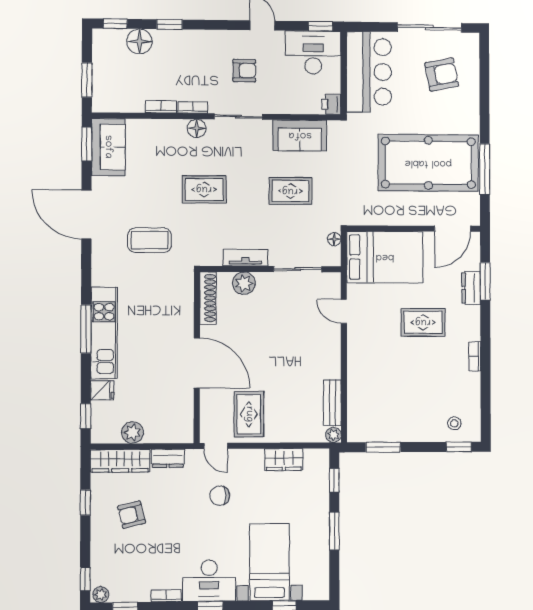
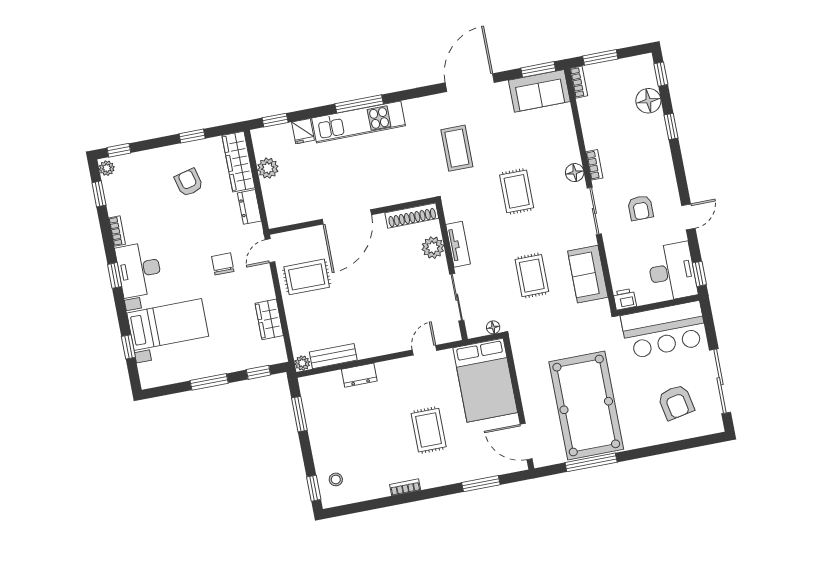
bookcase: (161, 107) -> (579, 82), moved
dresser: (471, 288) -> (359, 375), moved, turned 180

